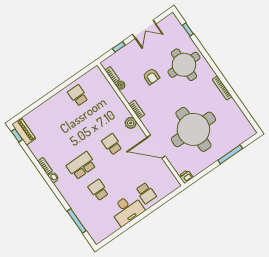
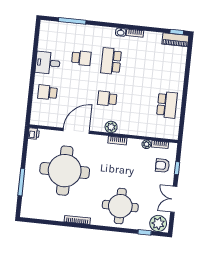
plant: (172, 25) -> (158, 223), added
armchair: (151, 76) -> (162, 166), moved
school desk: (78, 96) -> (167, 105), width x1.85
school desk: (112, 144) -> (107, 99), turned 180
school desk: (81, 166) -> (111, 61), turned 180
desk: (127, 210) -> (48, 63), width x0.73

